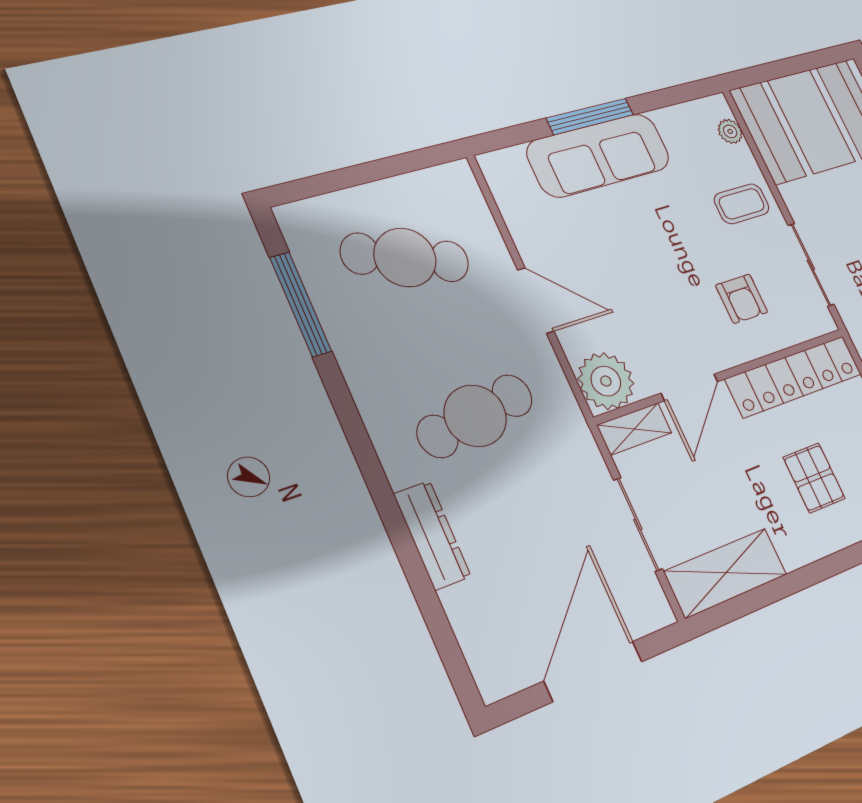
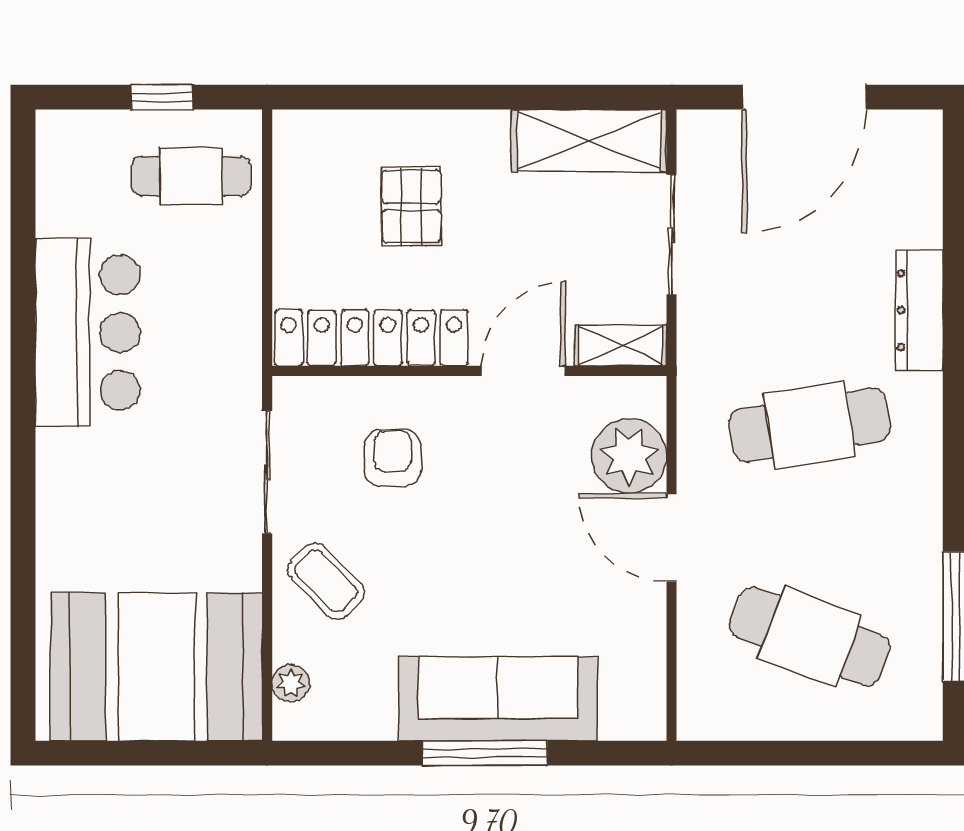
coffee table: (742, 204) -> (326, 581), turned 45
plant: (606, 381) -> (629, 456), moved

